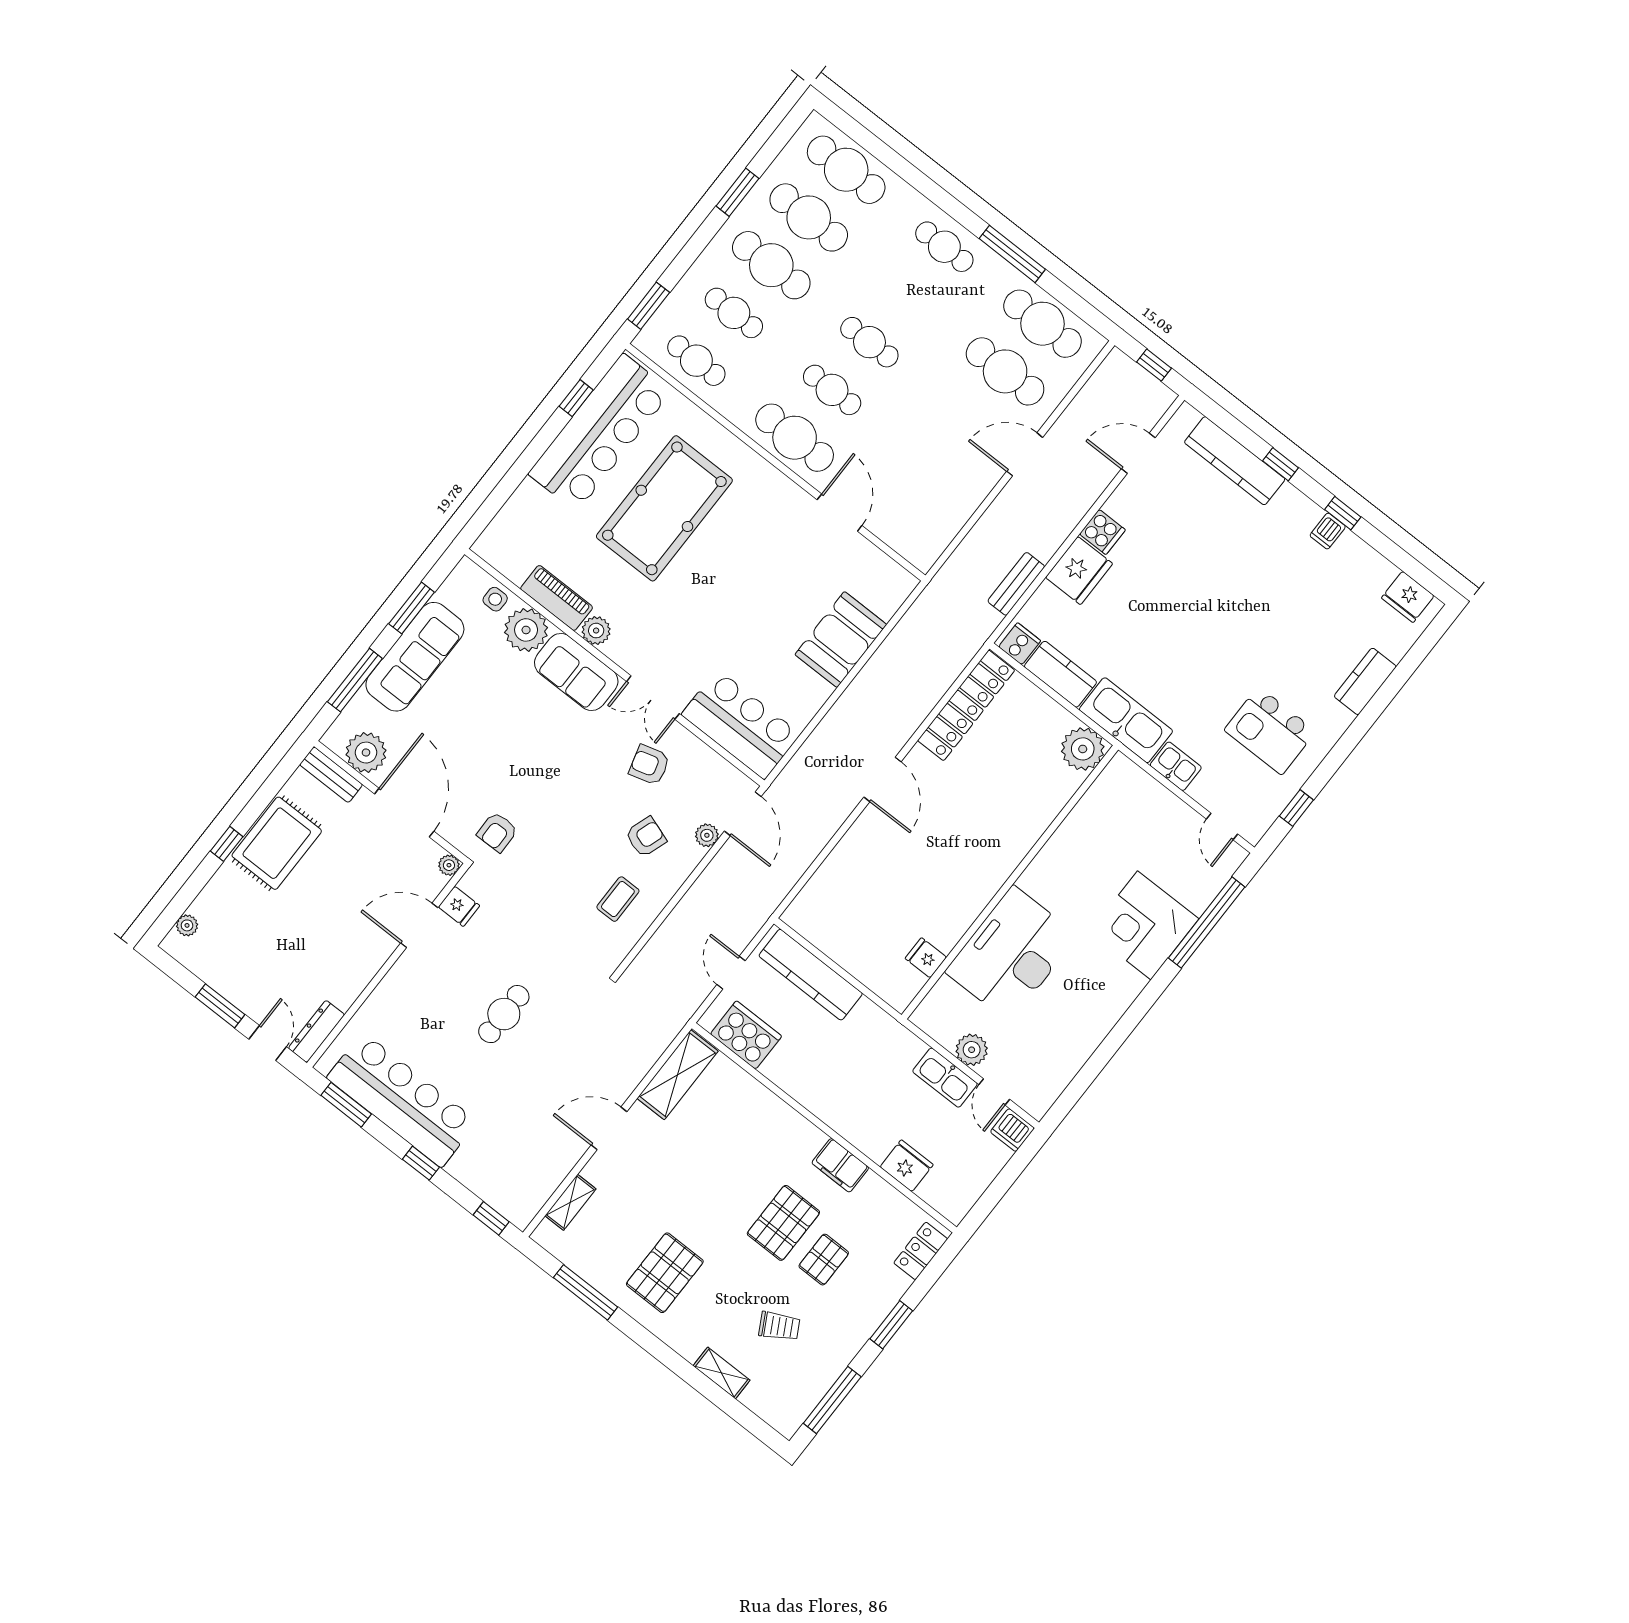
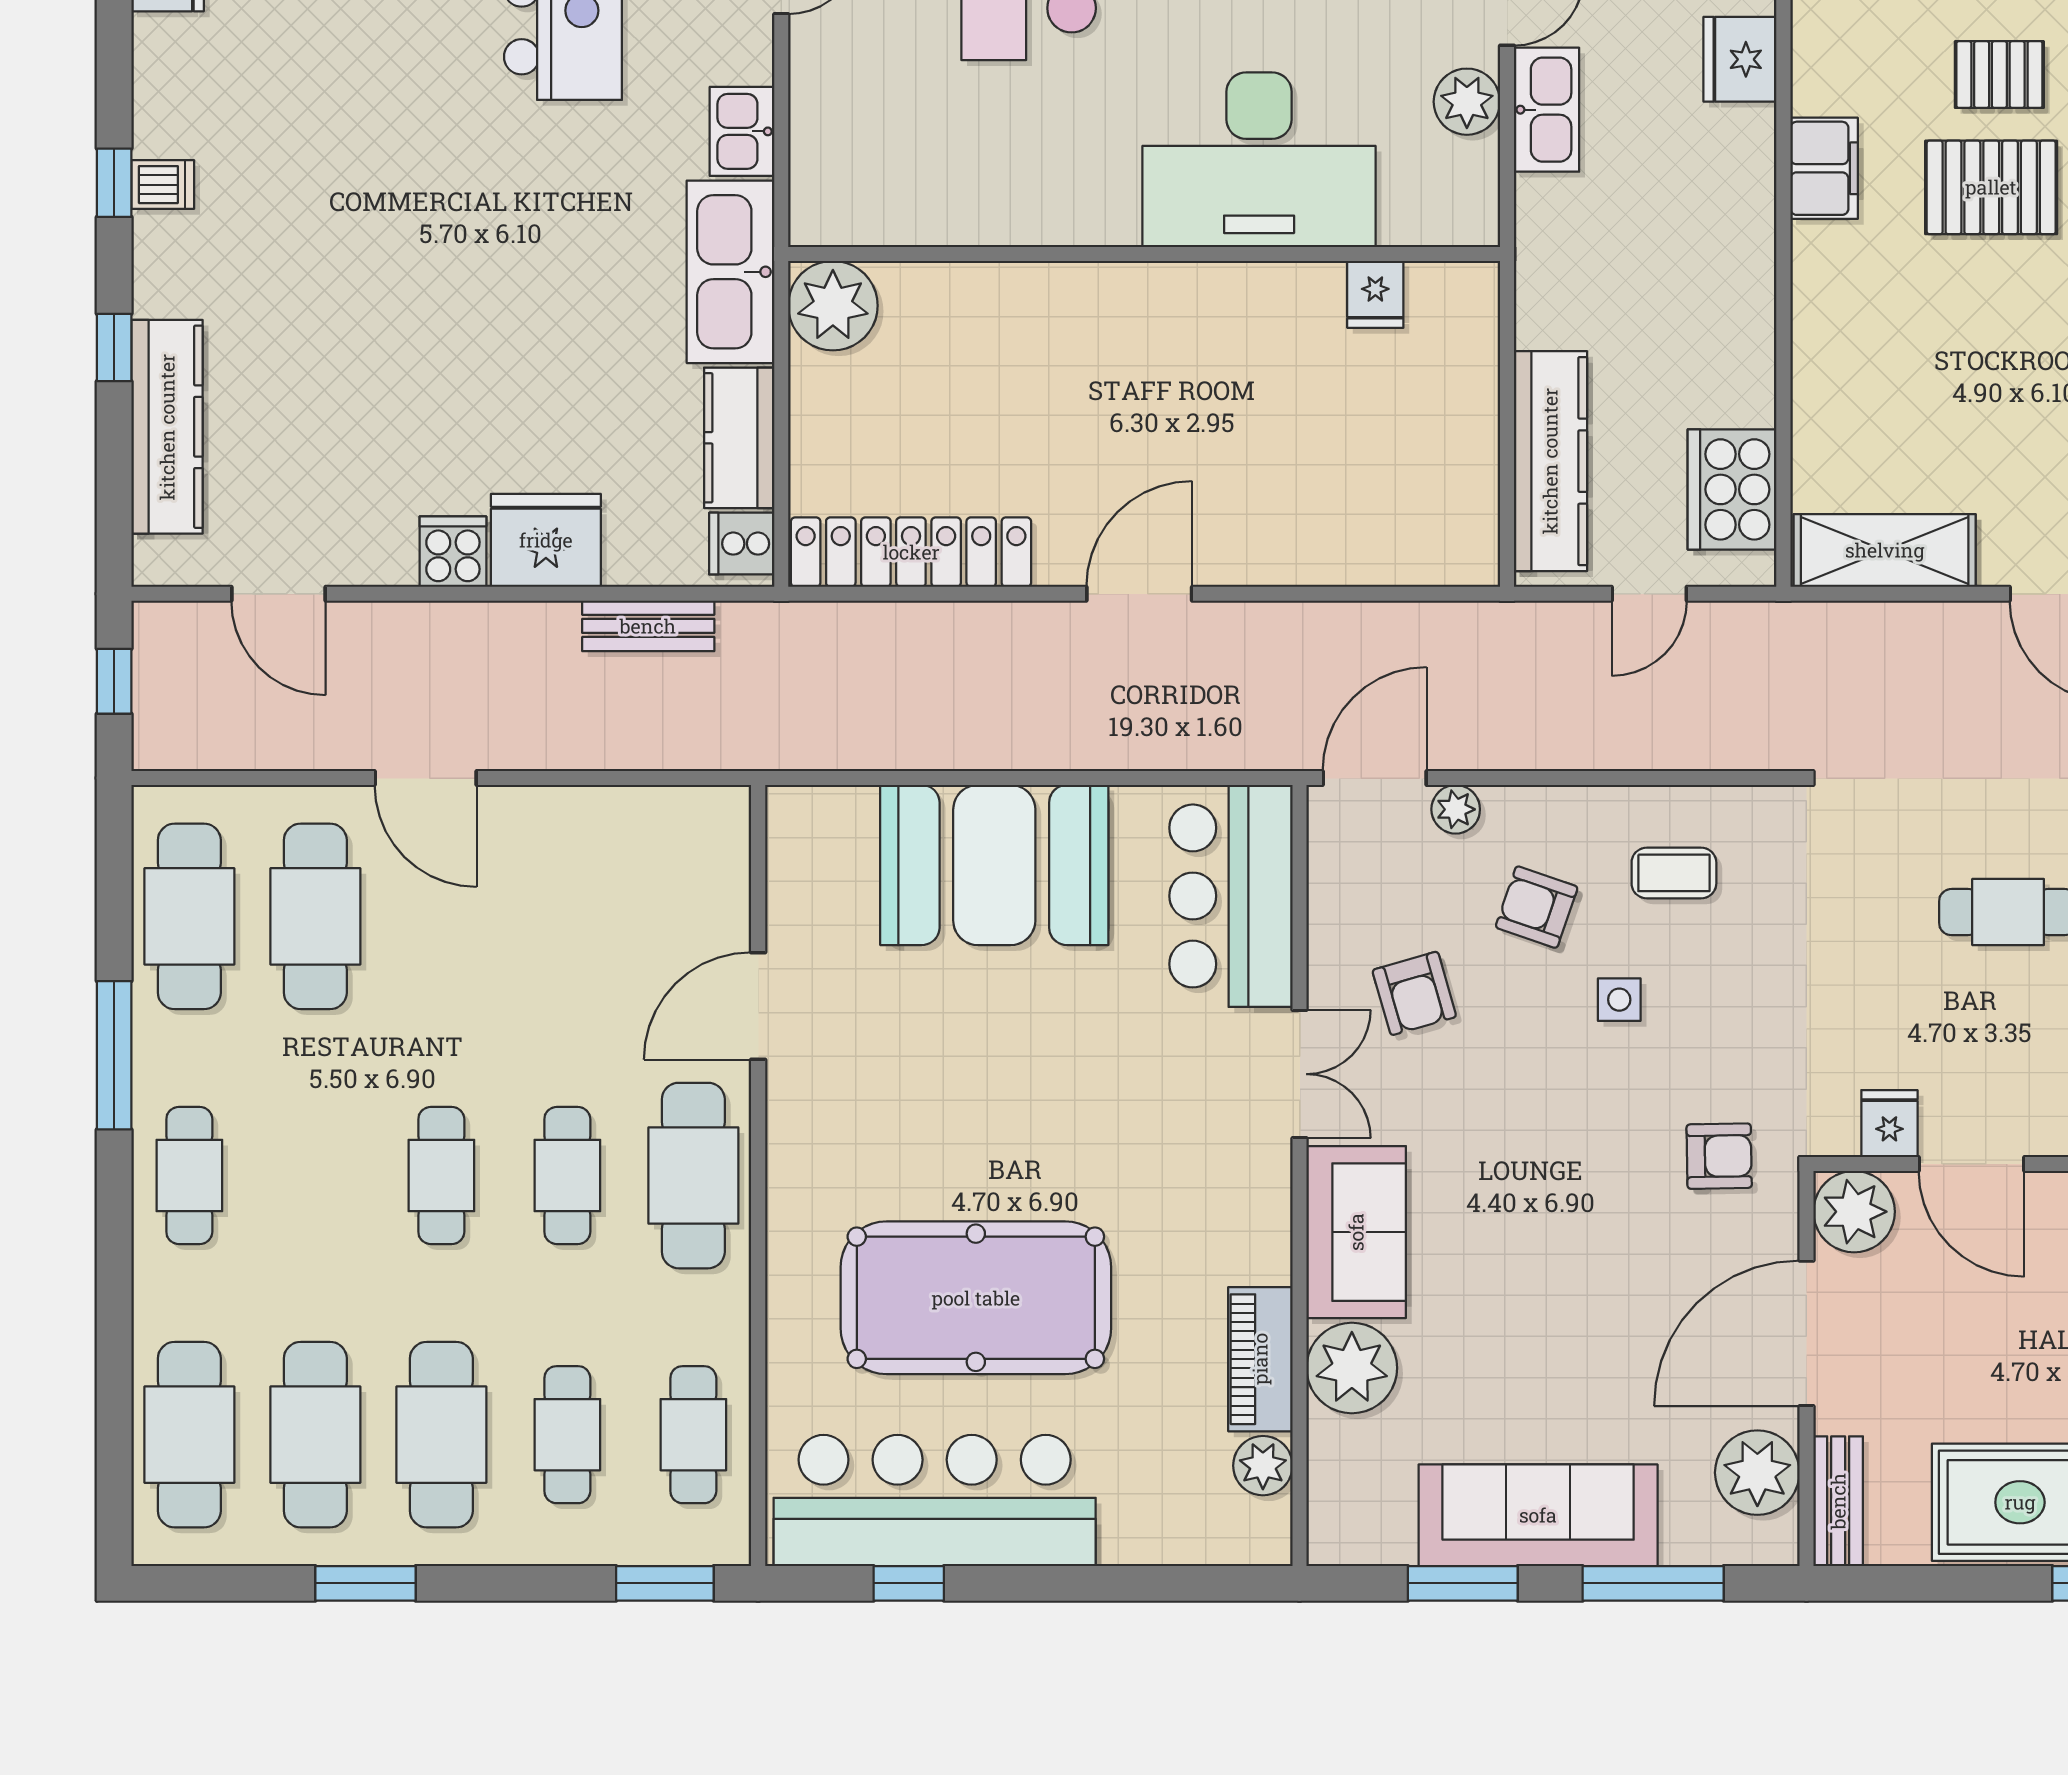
side table: (495, 599) -> (1619, 1000), moved
plant: (596, 631) -> (1263, 1466), moved
booth: (841, 640) -> (994, 865), width x1.36, depth x1.42
plant: (449, 865) -> (1854, 1212), width x1.88, depth x1.88

